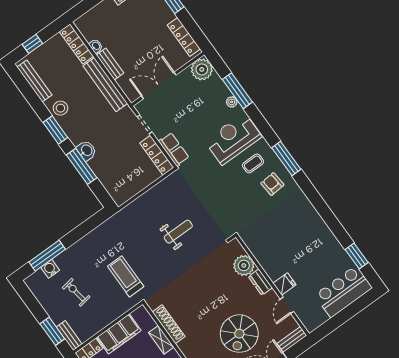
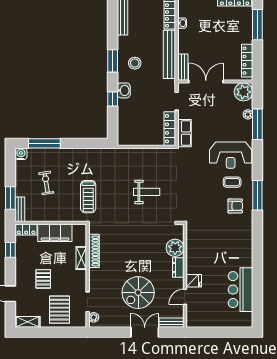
bench: (110, 64) -> (183, 67), moved
plant: (232, 102) -> (248, 114), moved
stool: (60, 108) -> (135, 63), moved
reception desk: (233, 139) -> (231, 155), turned 180
window: (82, 166) -> (113, 99), width x0.46
armchair: (272, 184) -> (235, 206), turned 95
window: (357, 256) -> (257, 297), removed
water cooler: (50, 269) -> (21, 154), moved
treadmill: (126, 276) -> (88, 197), turned 180
bar counter: (343, 291) -> (240, 290), moved, turned -90

